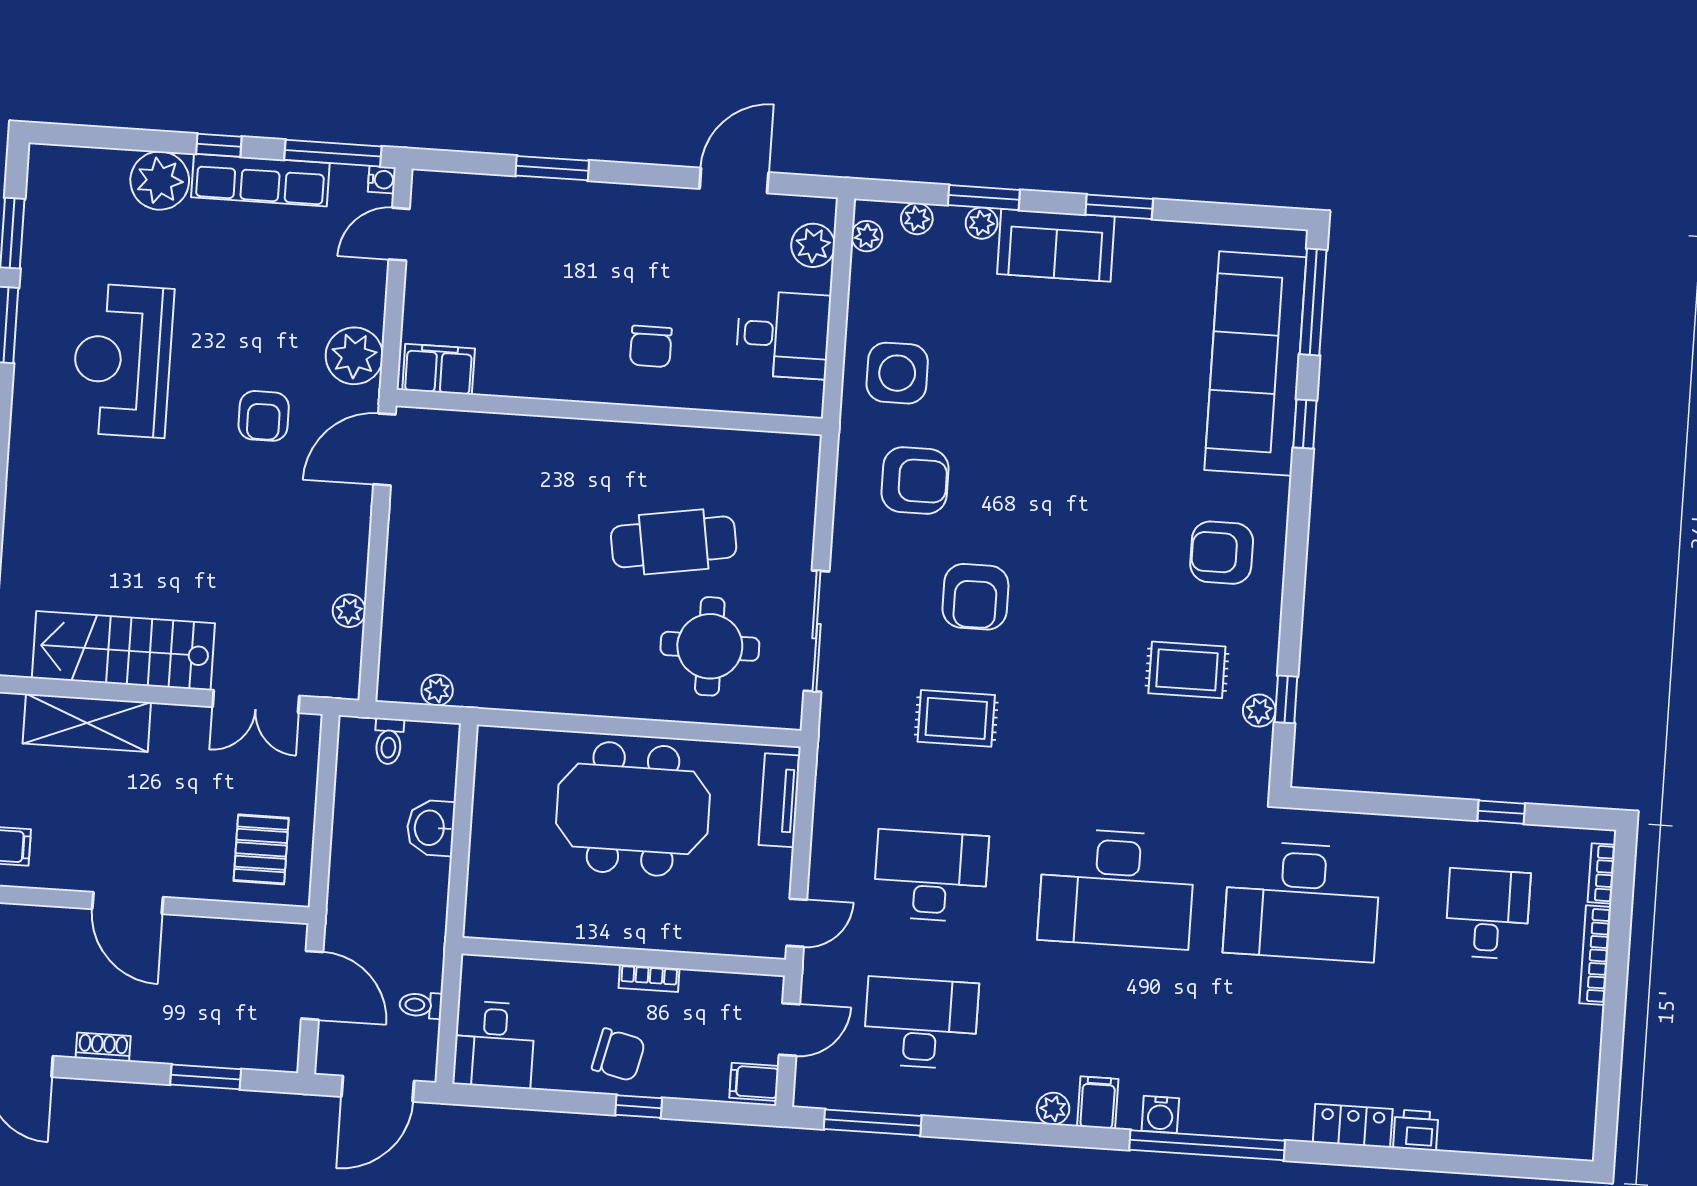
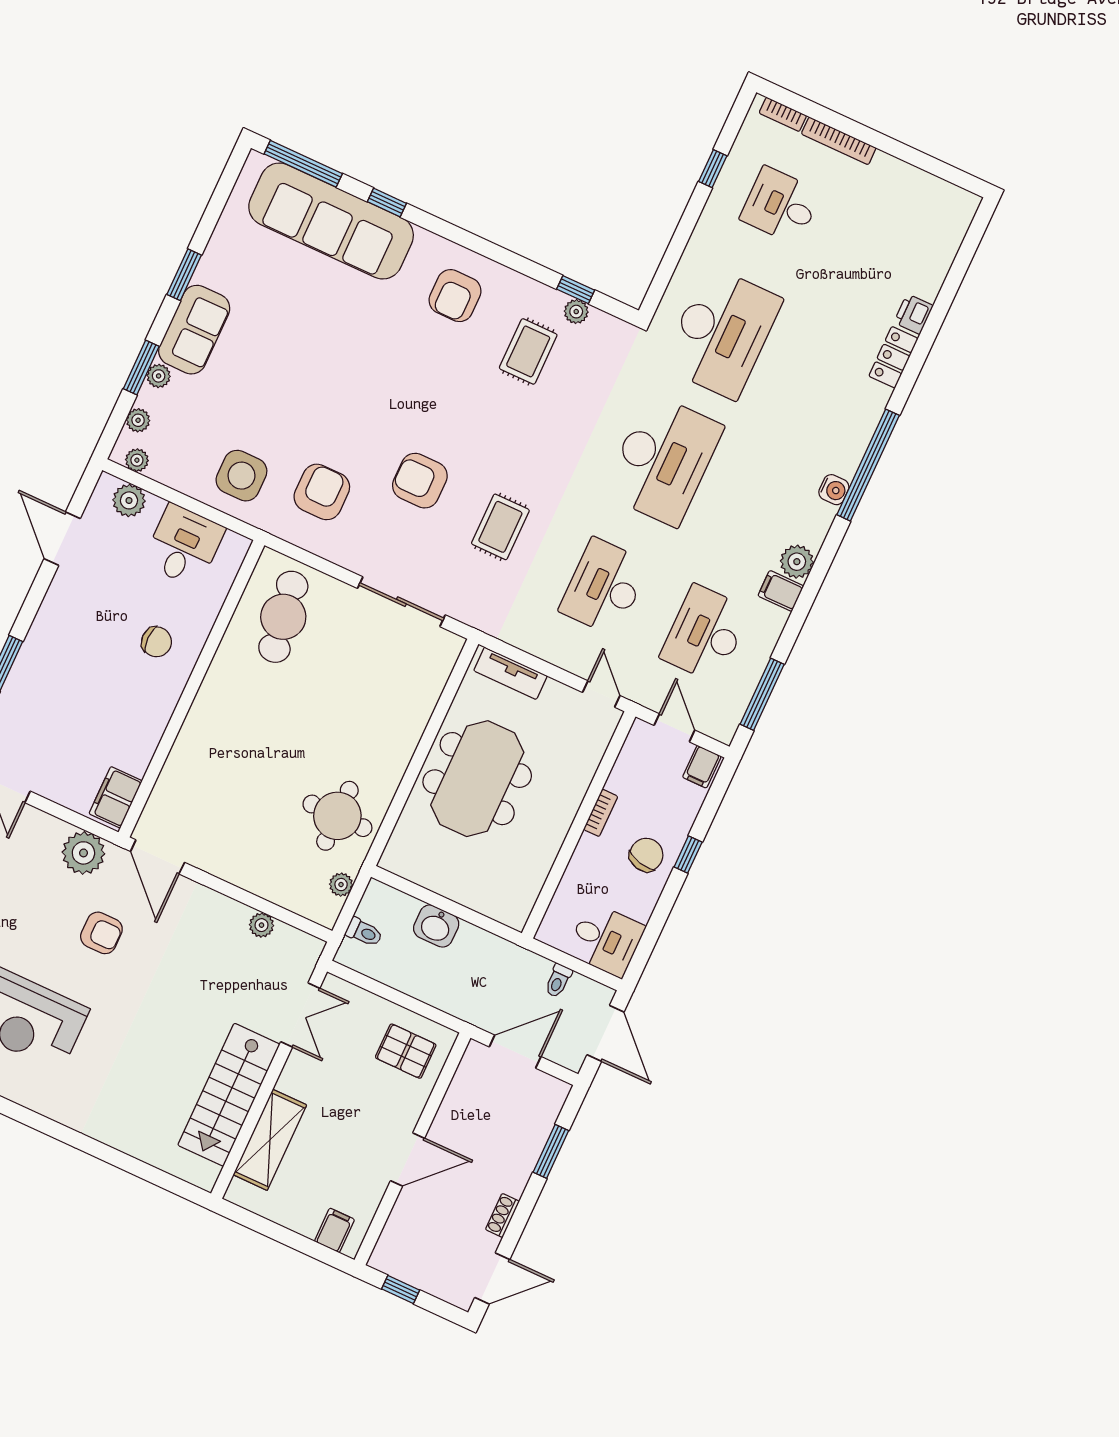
cafe table: (674, 542) -> (283, 617), moved
armchair: (975, 597) -> (420, 481), turned 180
round table: (710, 646) -> (337, 816), moved
filing cabinet: (1098, 1103) -> (781, 591), moved
plant: (1053, 1109) -> (797, 562), width x1.38, depth x1.38

